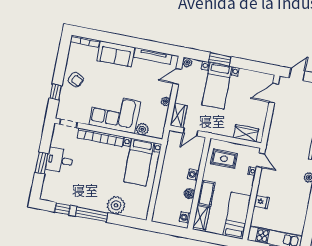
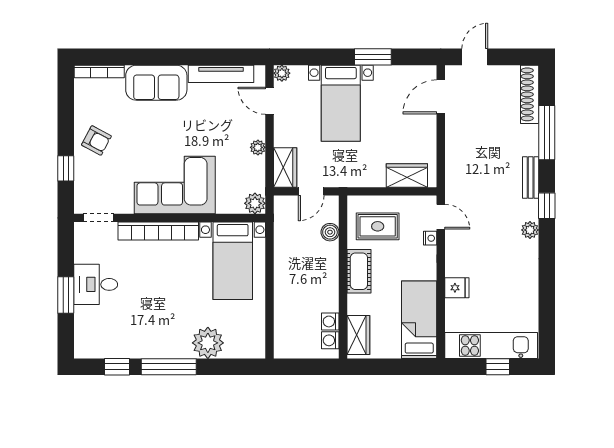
window: (220, 59) -> (373, 57), moved
door: (177, 76) -> (270, 101), hinge flipped
plant: (142, 129) -> (255, 203), moved
washing machine: (193, 175) -> (330, 321), moved
cot: (206, 193) -> (359, 271), moved
boiler: (189, 194) -> (330, 232), moved

